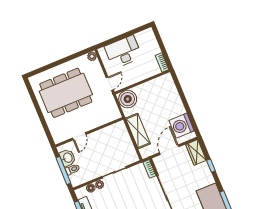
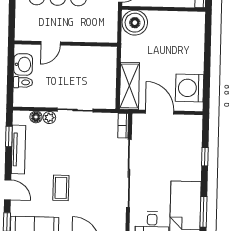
shelving: (138, 131) -> (129, 86), moved
door: (169, 150) -> (160, 112), hinge flipped
wardrobe: (196, 152) -> (193, 131), removed
window: (63, 170) -> (10, 79), removed

